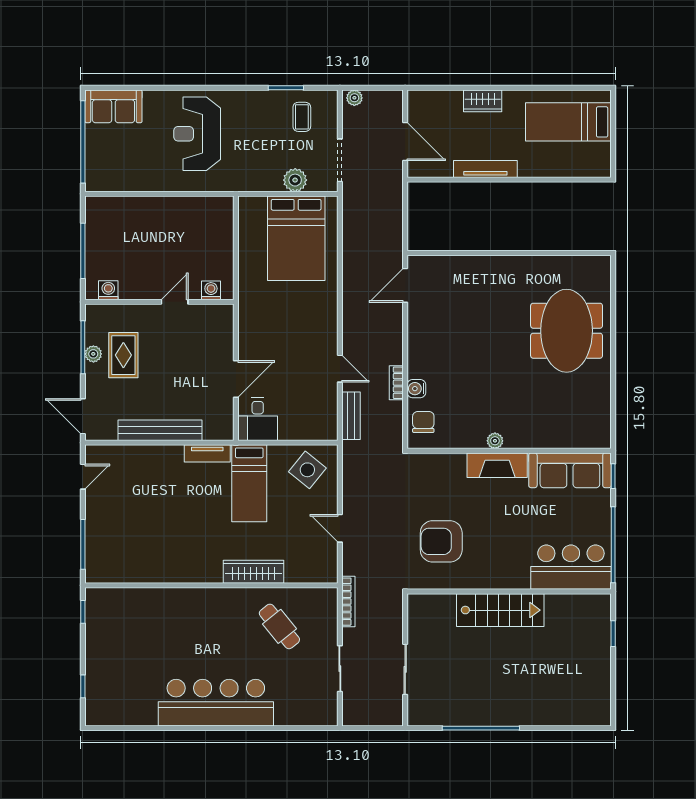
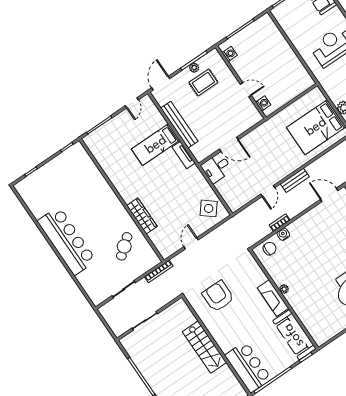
bench: (351, 416) -> (295, 180), moved
door: (83, 477) -> (132, 103), hinge flipped
bed: (249, 483) -> (156, 145), moved

